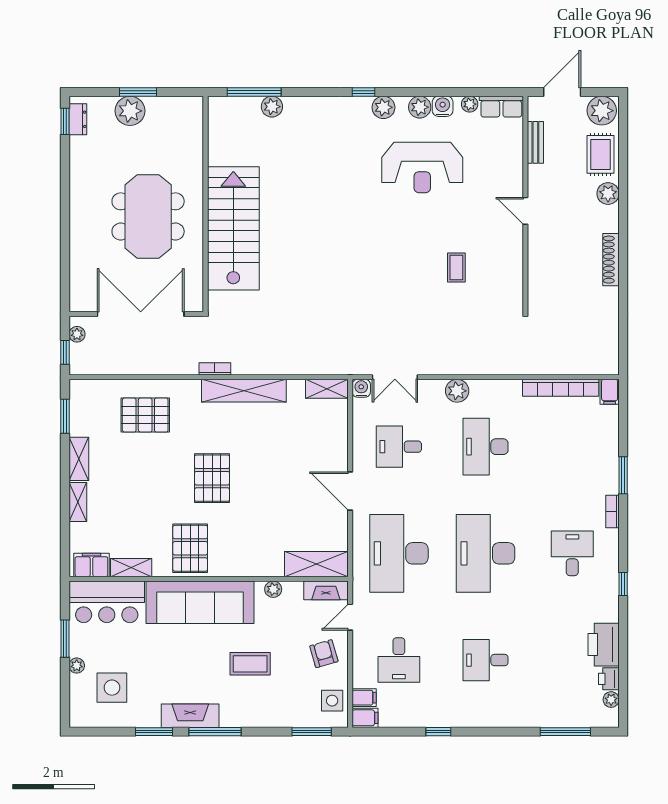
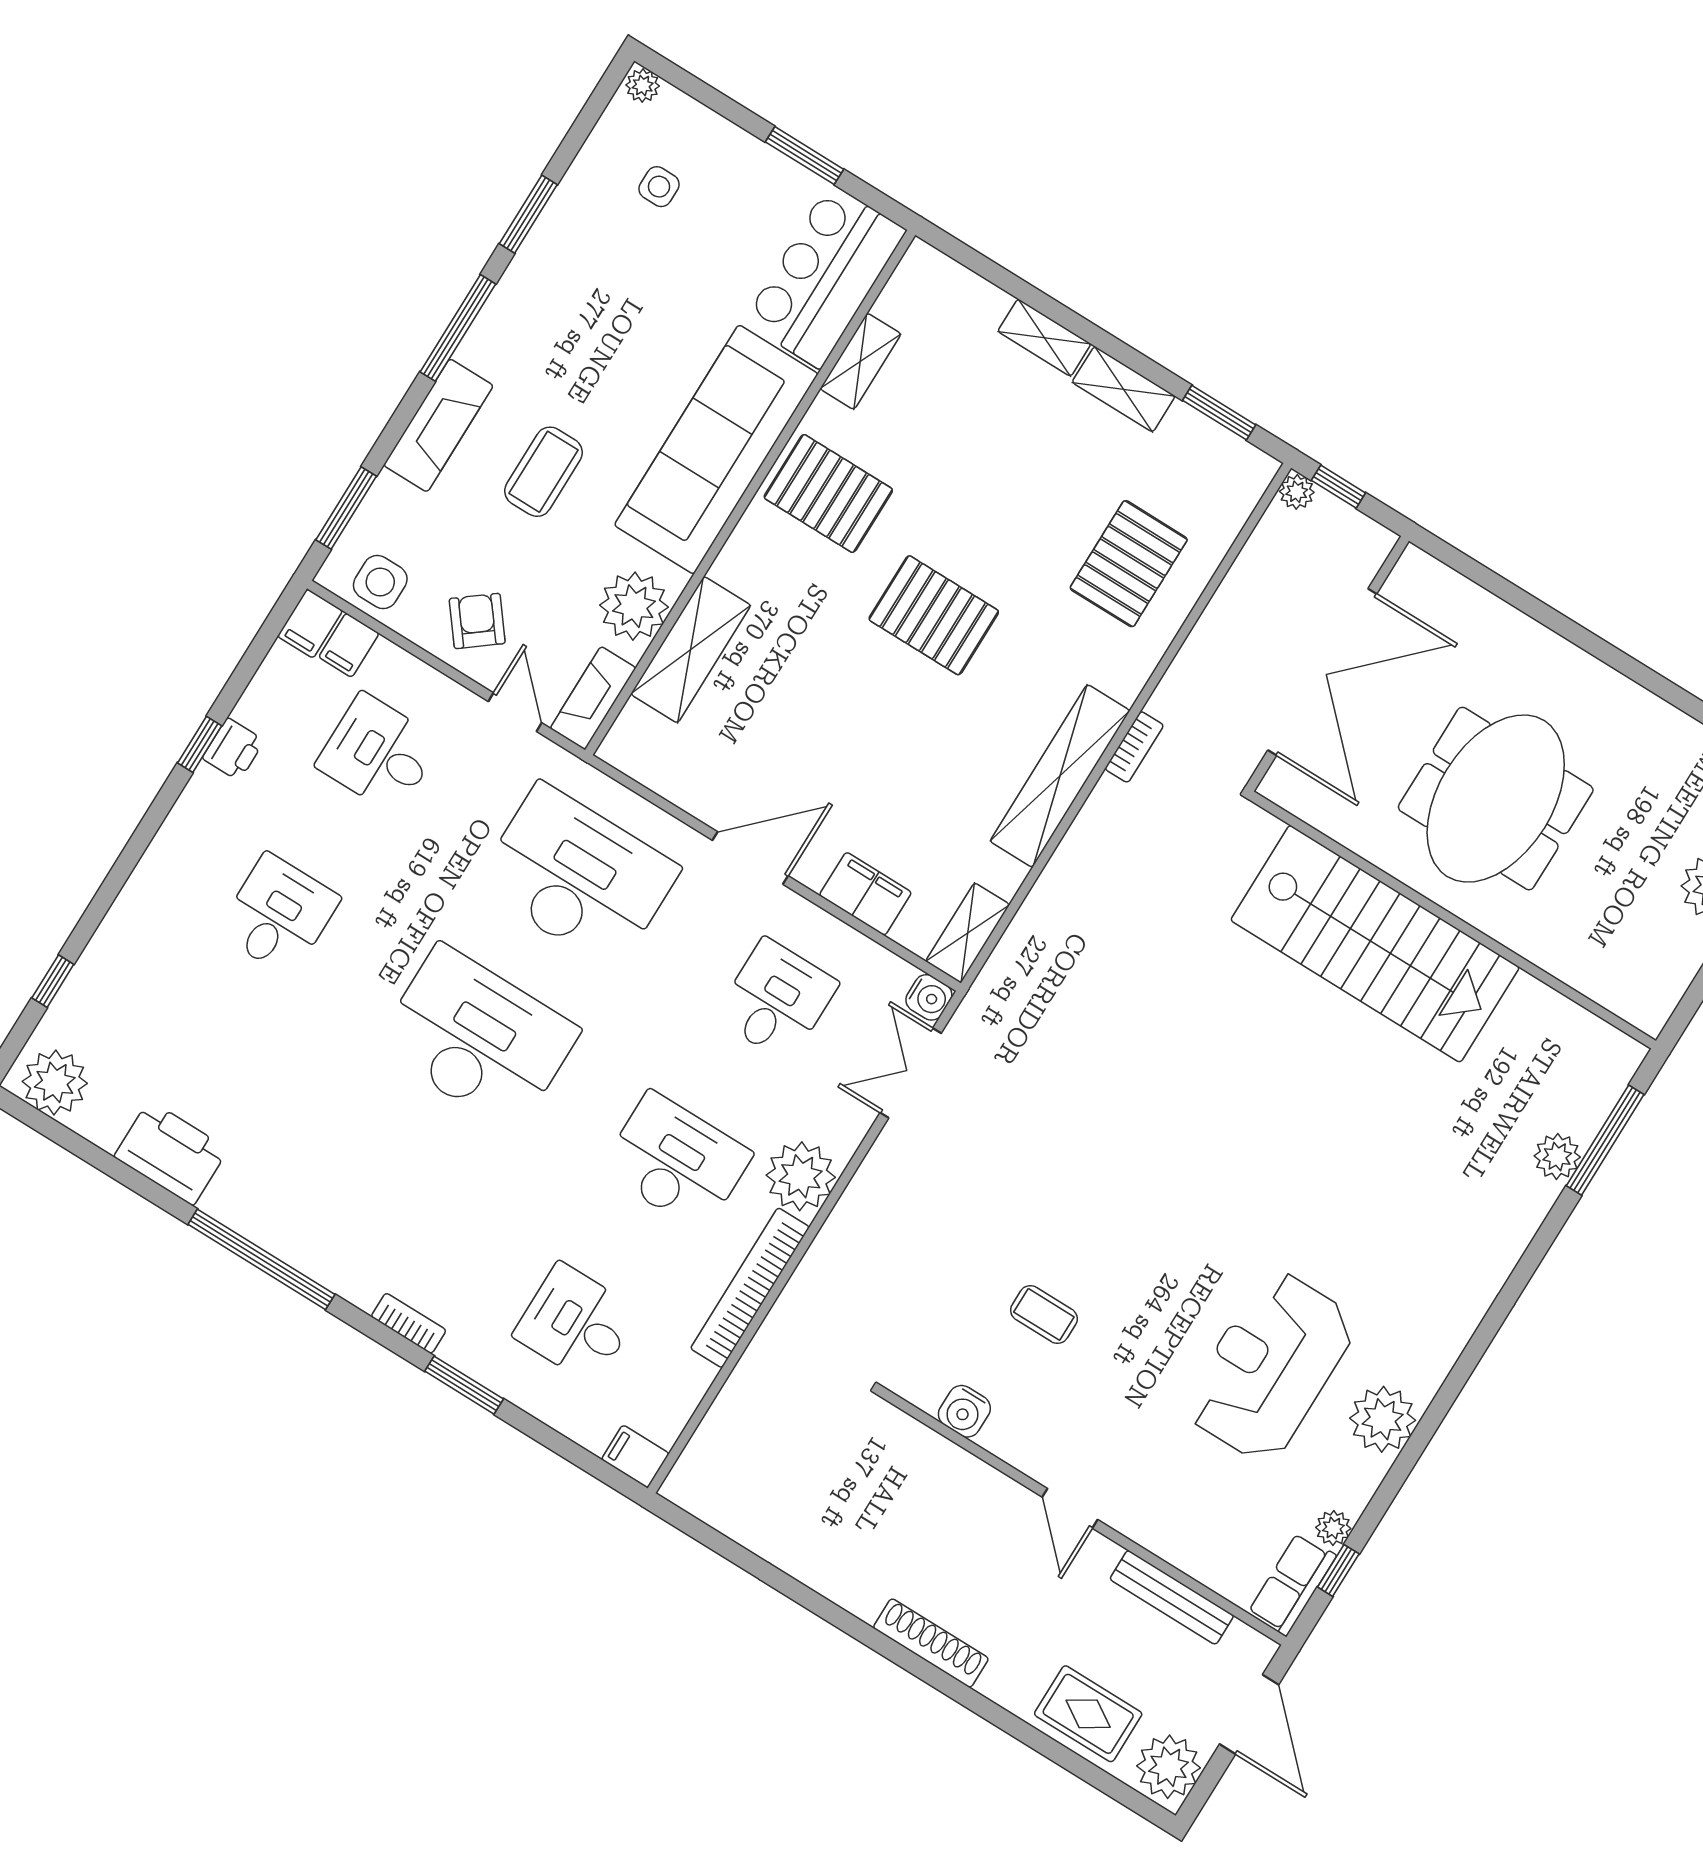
window: (363, 92) -> (1338, 1570), moved
water cooler: (443, 106) -> (964, 1411), moved, turned 90
plant: (383, 107) -> (1427, 1363), removed
plant: (420, 107) -> (1383, 1419), width x1.36, depth x1.36
bench: (535, 142) -> (1172, 1597), width x1.36
plant: (608, 194) -> (1007, 1683), removed
door: (525, 211) -> (1070, 1508), swing flipped
meeting table: (148, 216) -> (1496, 799), turned 90
shoe rack: (611, 260) -> (931, 1643), moved
plant: (77, 334) -> (1297, 492), moved
bookcase: (561, 388) -> (750, 1288), moved
plant: (457, 391) -> (801, 1176), width x1.36, depth x1.36
desk: (572, 553) -> (576, 1323), moved, turned 180
shelving: (316, 564) -> (691, 650), moved
filing cabinet: (91, 565) -> (865, 894), moved, turned -90
window: (623, 584) -> (261, 1259), width x3.17
plant: (273, 589) -> (634, 606), width x1.87, depth x1.87
armchair: (324, 654) -> (477, 621), turned -112
plant: (77, 666) -> (643, 85), moved
printer: (609, 679) -> (233, 749), moved, turned 90
side table: (112, 688) -> (659, 187), width x0.54, depth x0.54
plant: (611, 700) -> (55, 1082), width x1.88, depth x1.88
fireplace: (190, 716) -> (438, 425), moved
window: (565, 732) -> (53, 981), width x0.46

